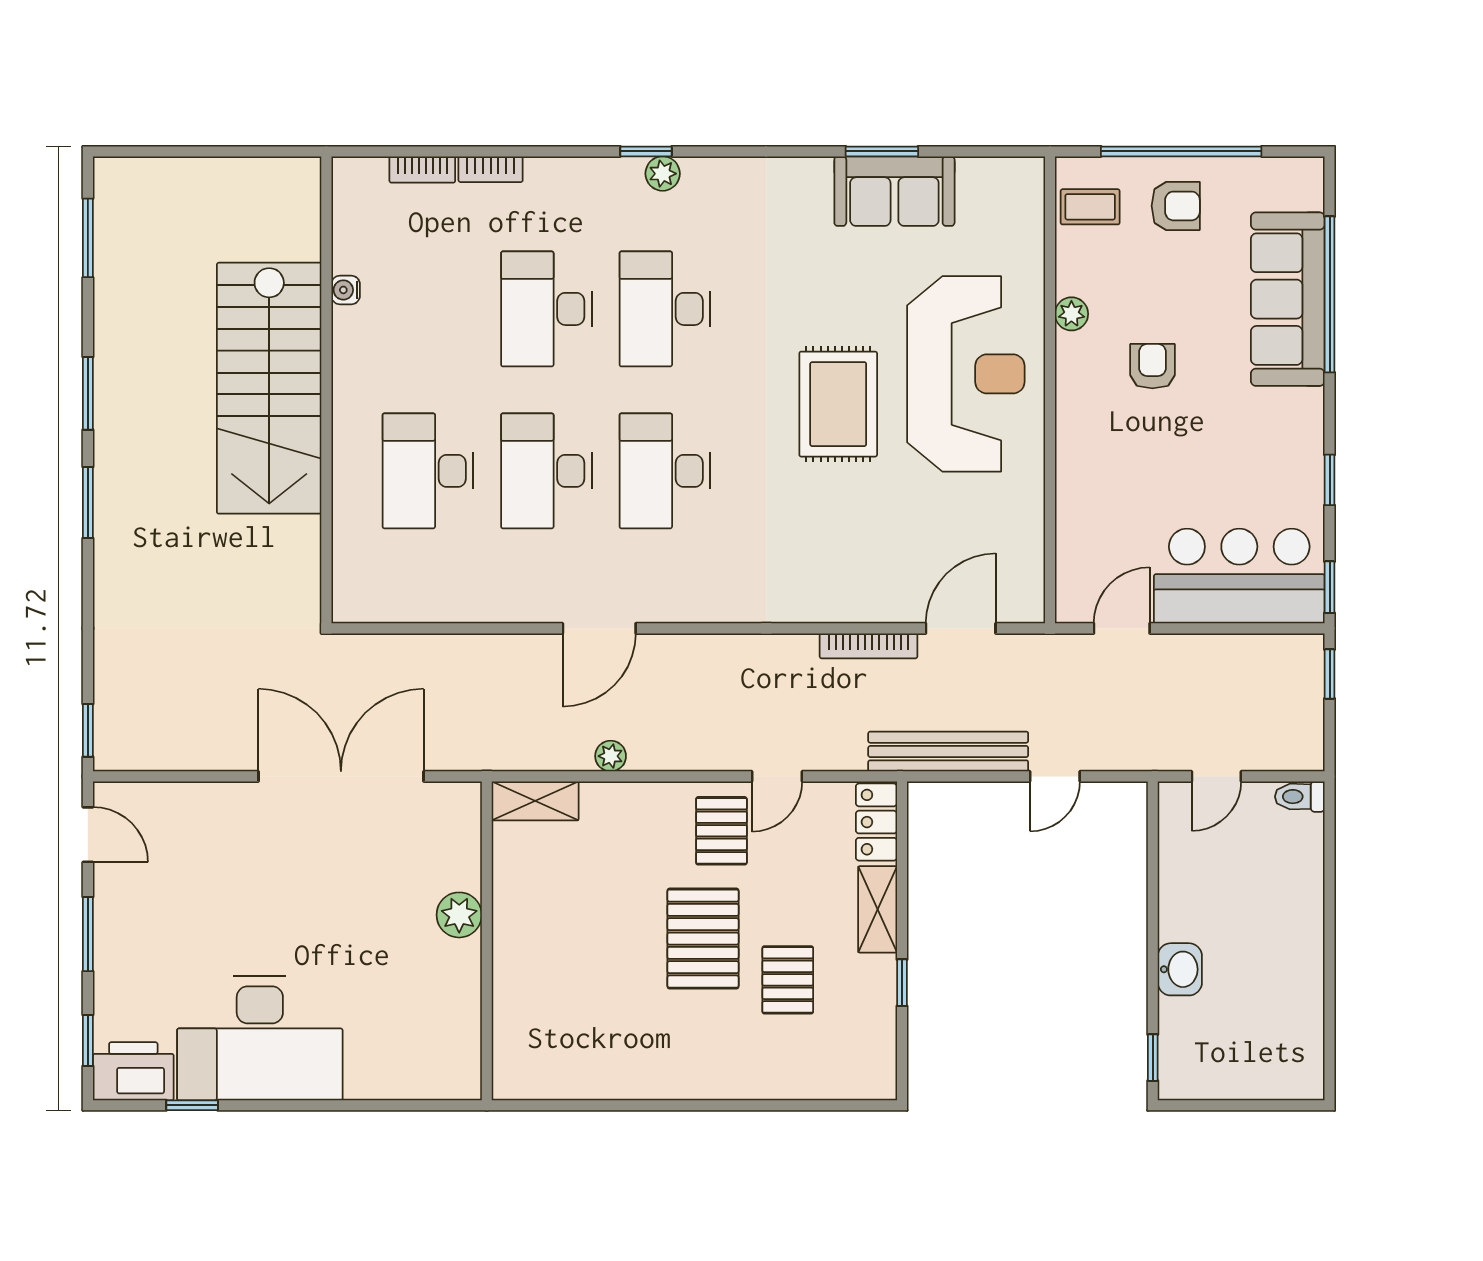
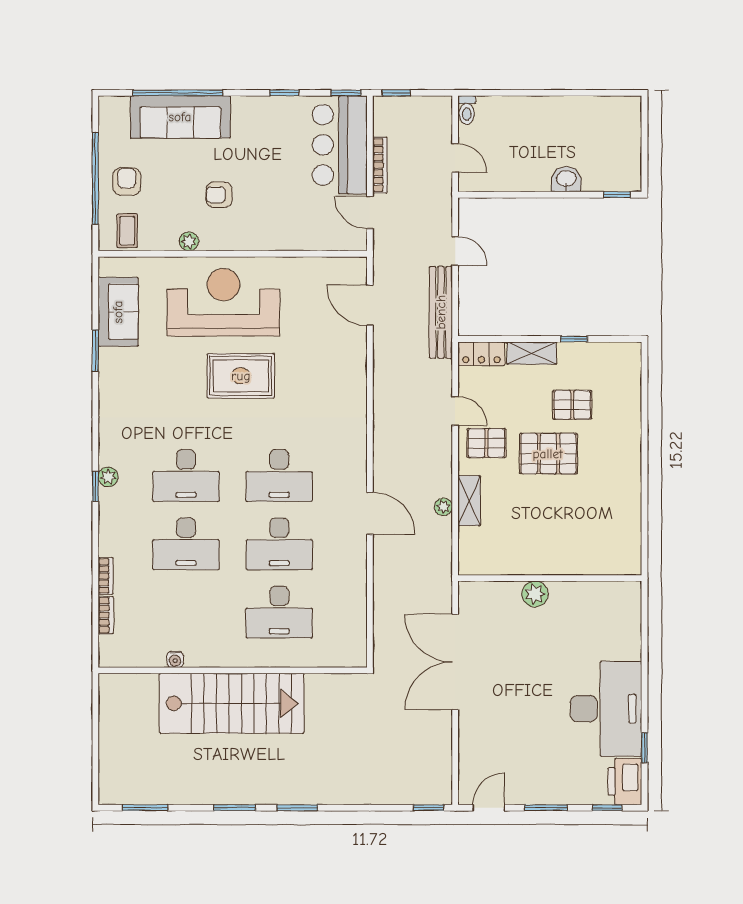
sofa: (894, 191) -> (118, 312), moved
bookcase: (869, 646) -> (380, 165), moved
shelving: (535, 801) -> (469, 501), moved

